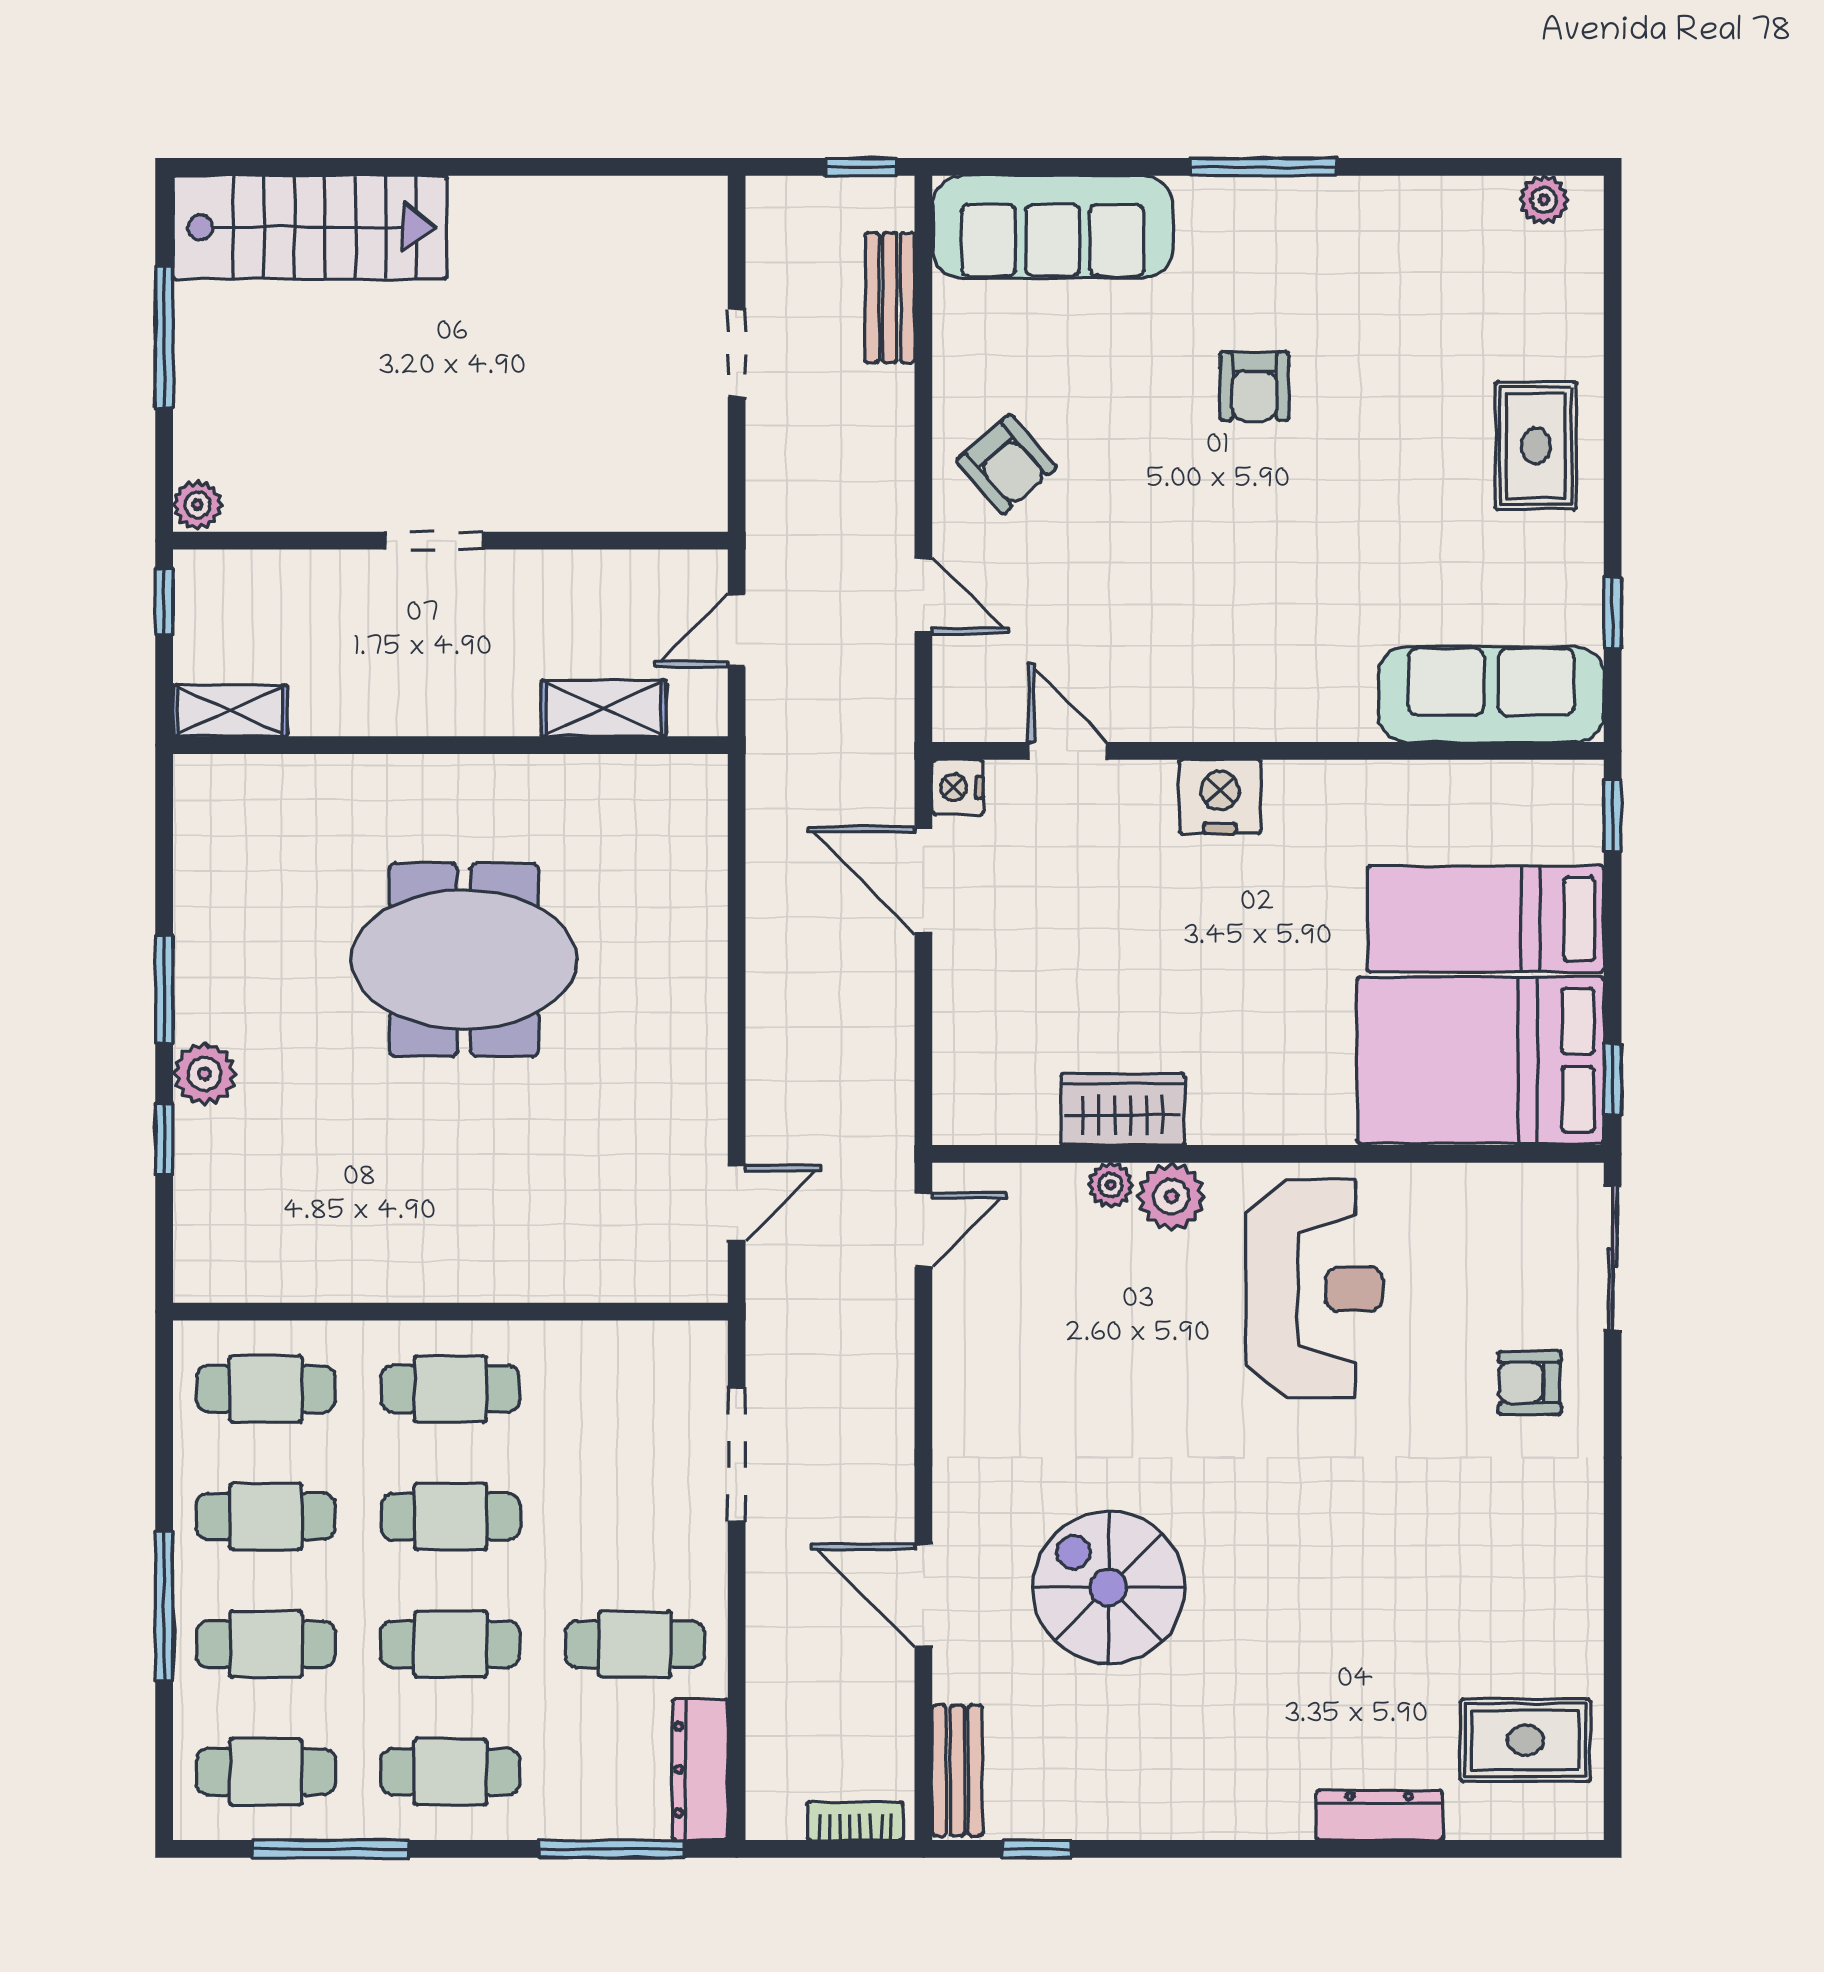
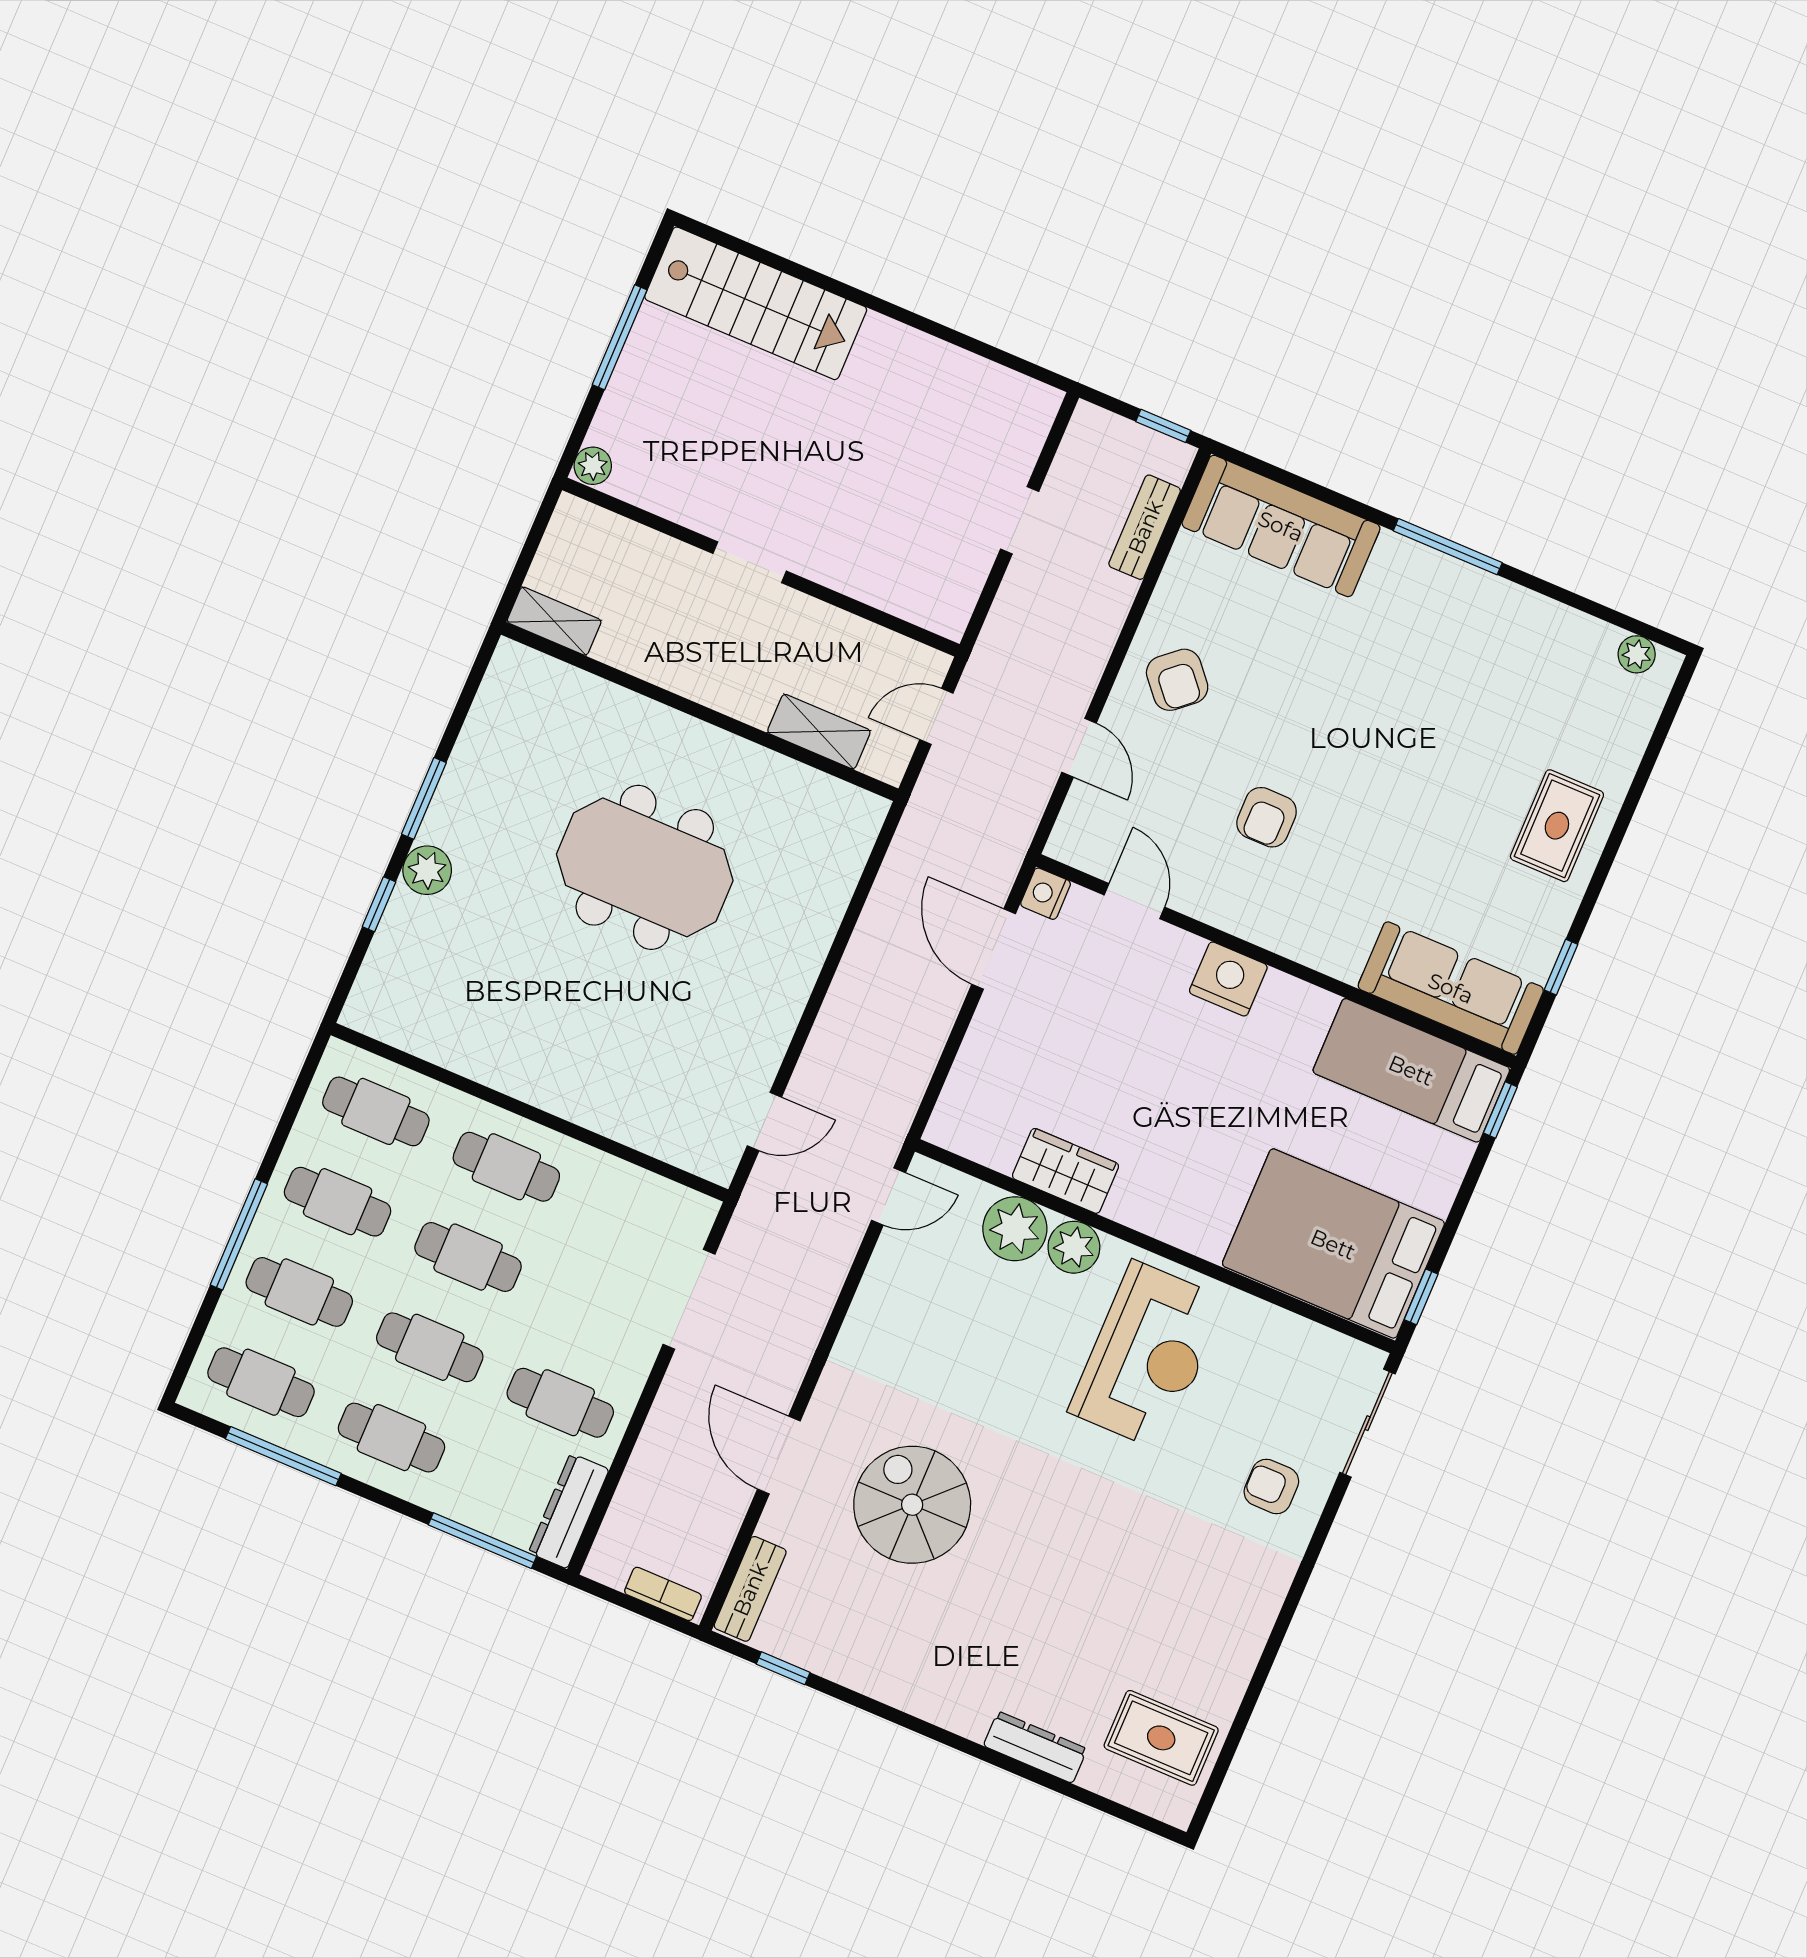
armchair: (1254, 386) -> (1267, 817), moved
window: (164, 602) -> (540, 525), removed
bed: (1486, 919) -> (1411, 1070), moved
plant: (1111, 1185) -> (1015, 1229), width x1.87, depth x1.87

